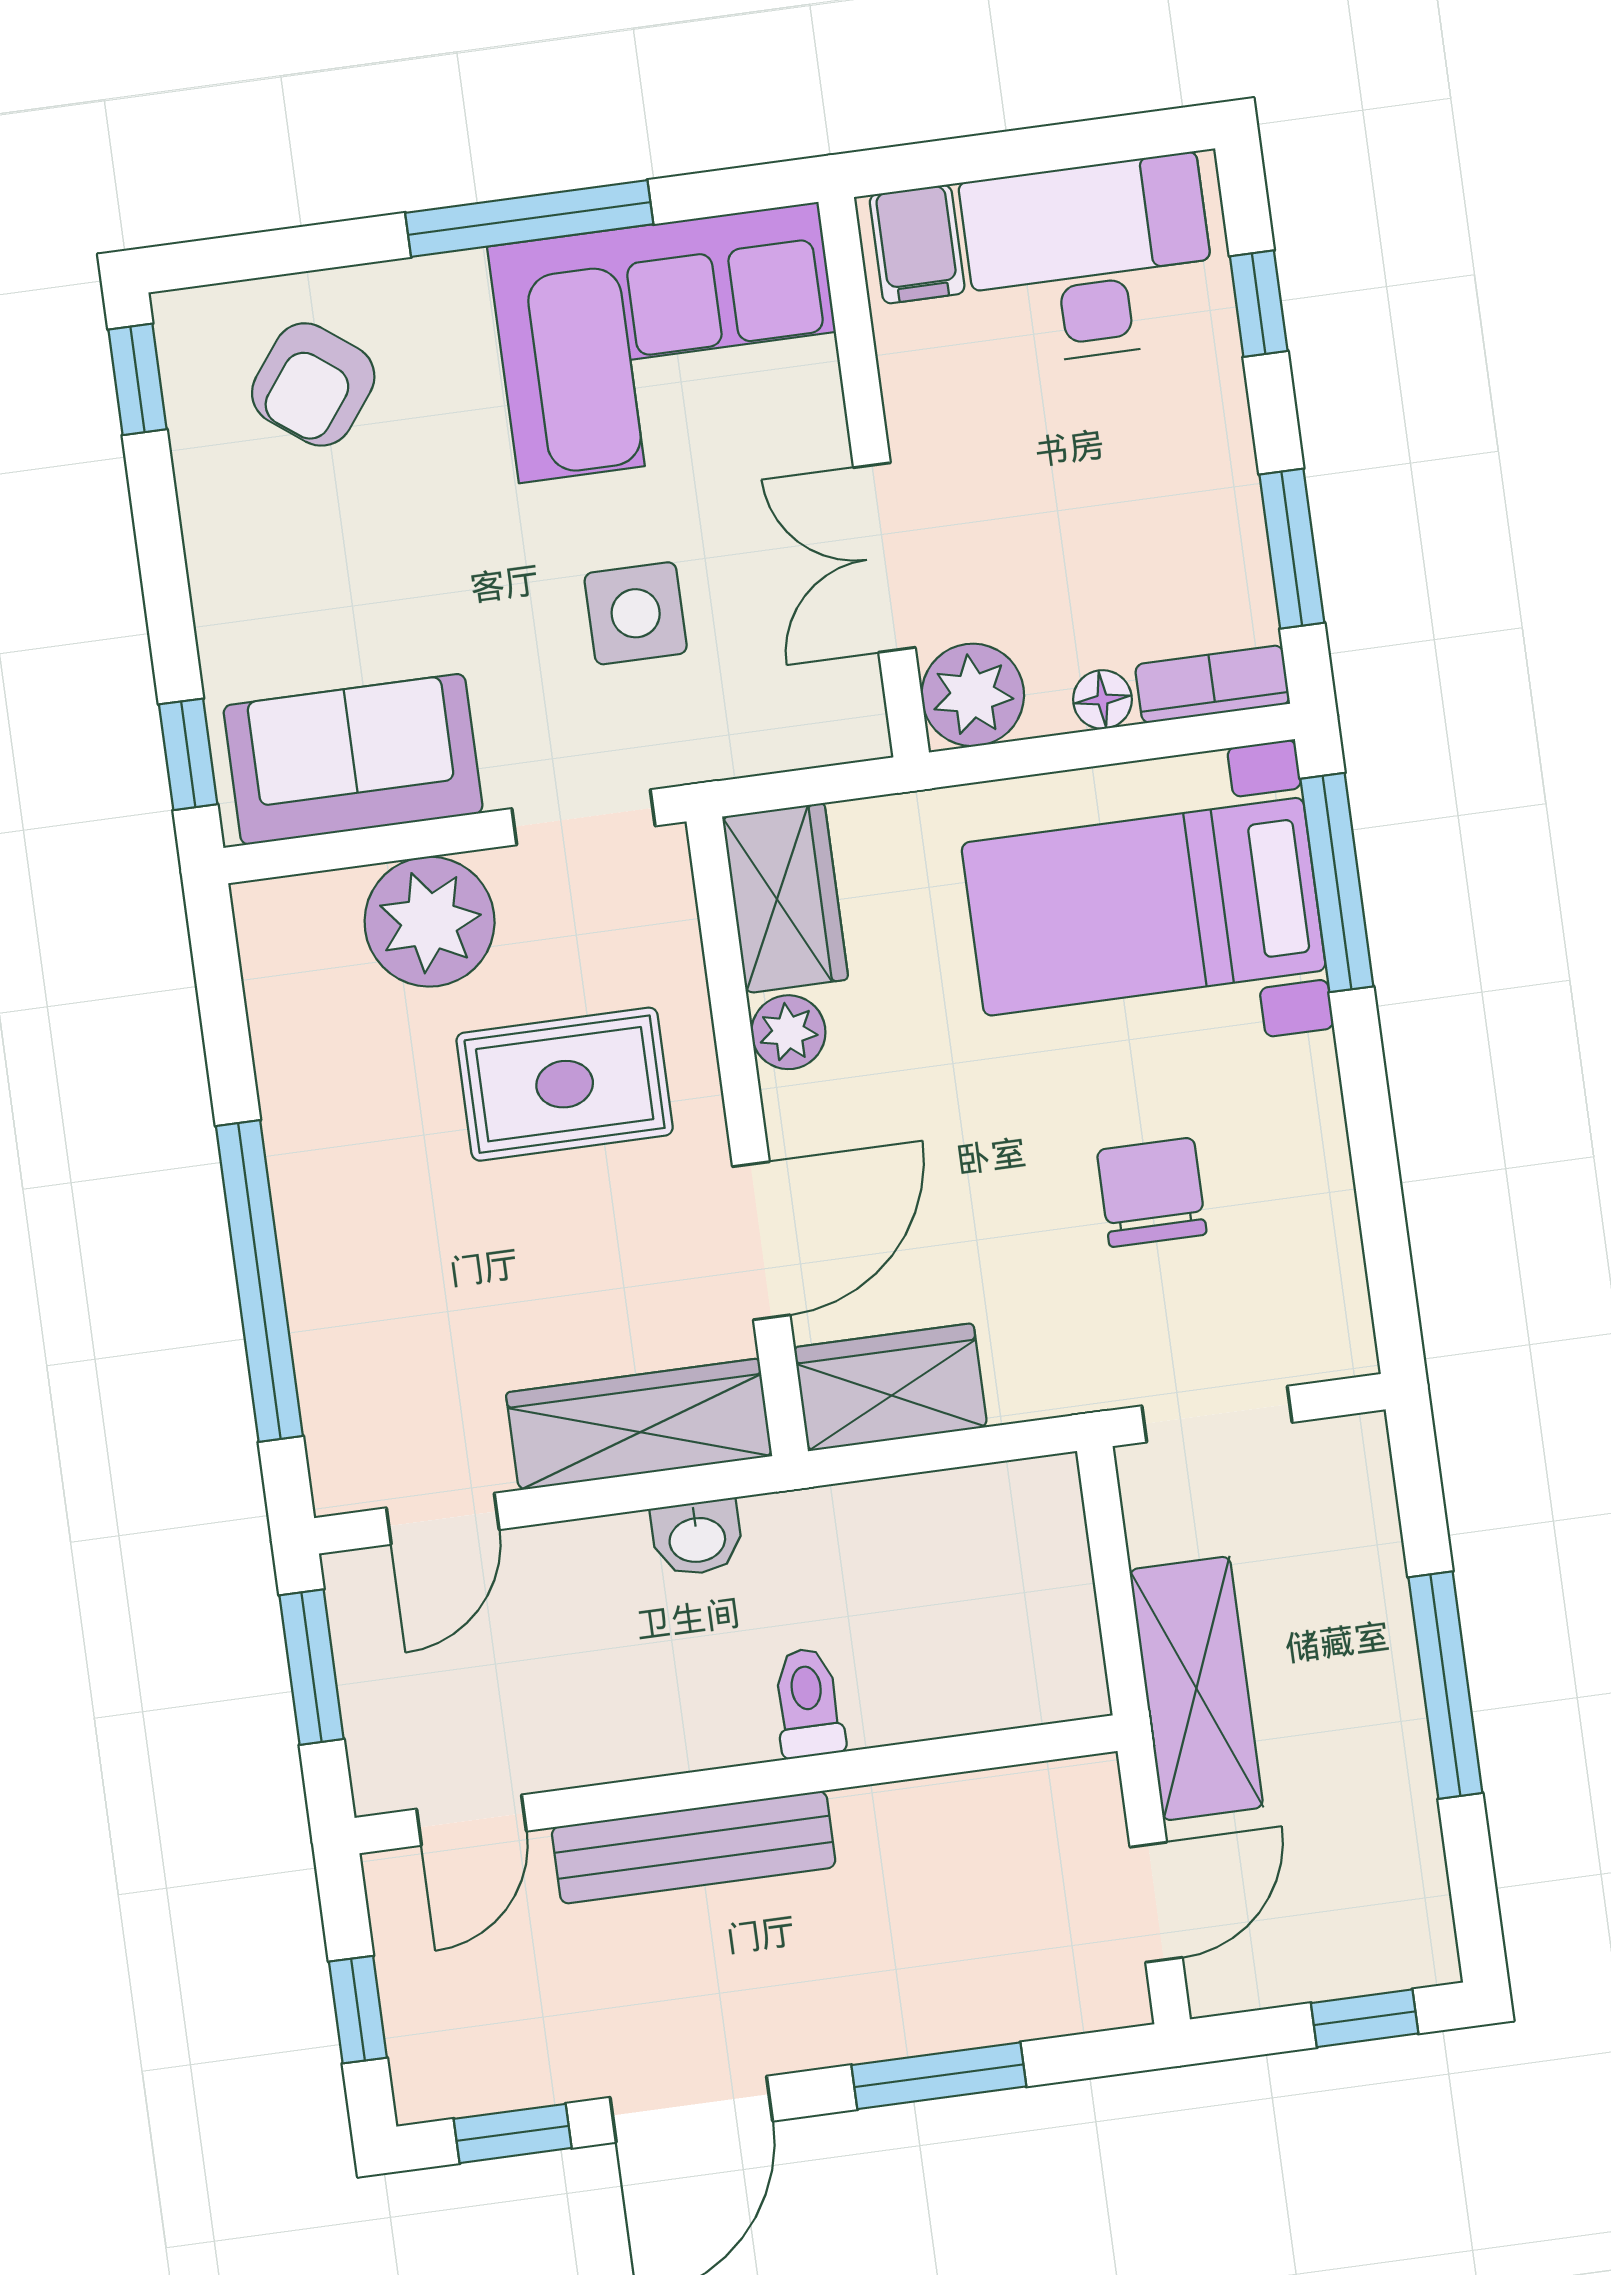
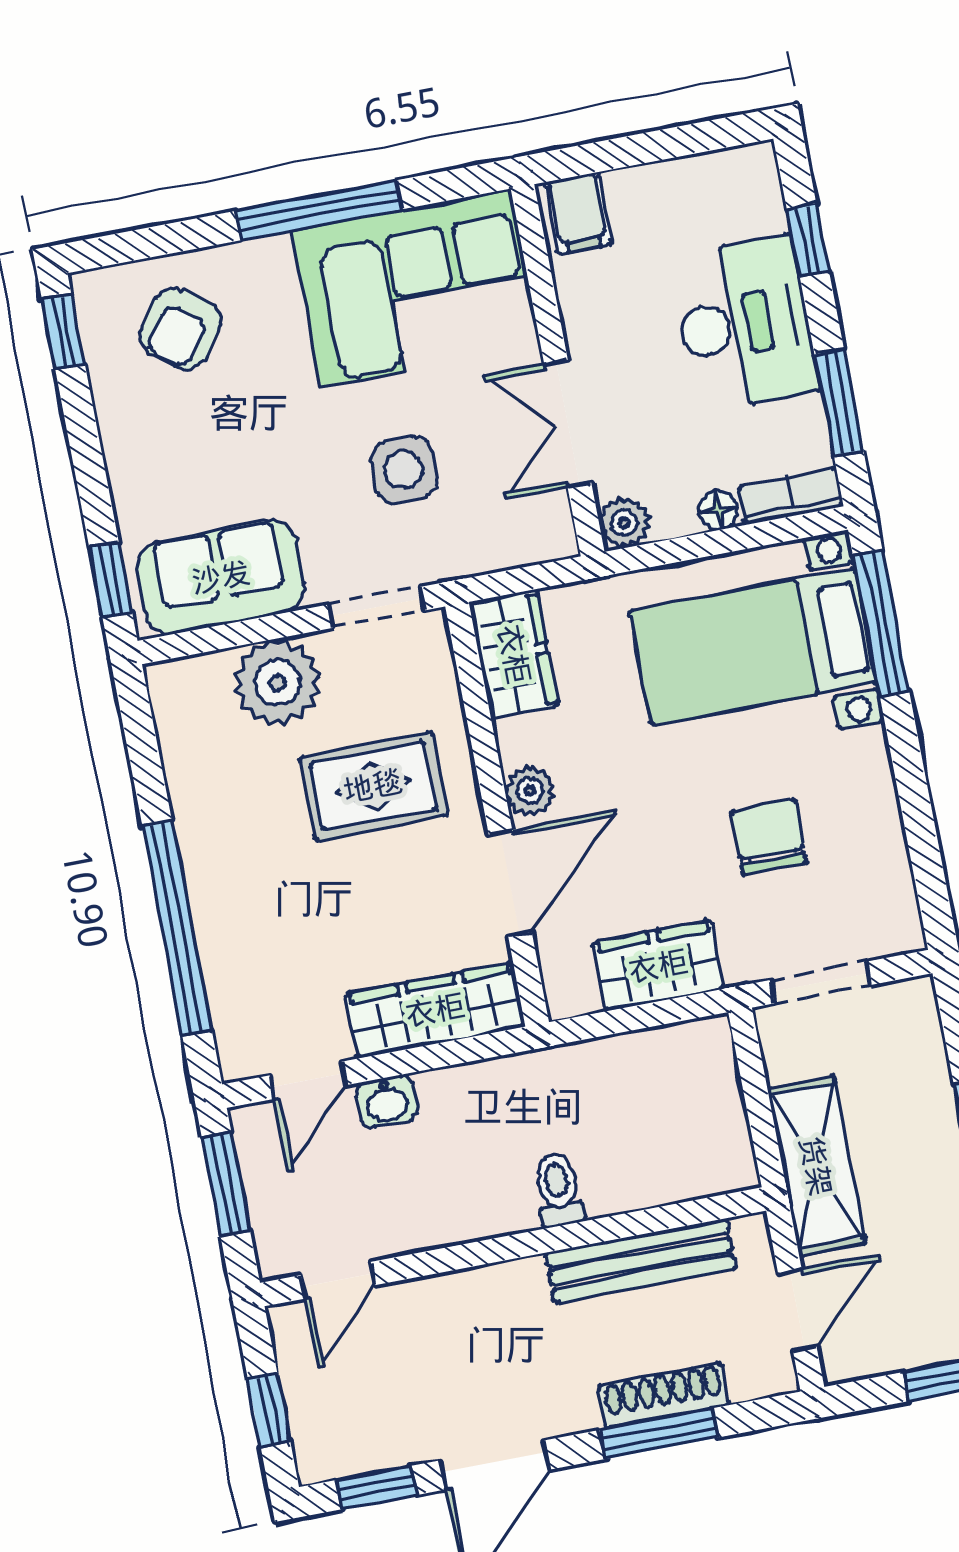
desk: (1090, 261) -> (745, 324), moved, turned 90
plant: (973, 695) -> (624, 523), width x0.73, depth x0.73
plant: (788, 1032) -> (530, 791), moved
wardrobe: (891, 1387) -> (658, 966), moved
washbasin: (697, 1538) -> (387, 1101), moved
bench: (694, 1847) -> (640, 1261), moved
shoe rack: (949, 2019) -> (664, 1396), added

